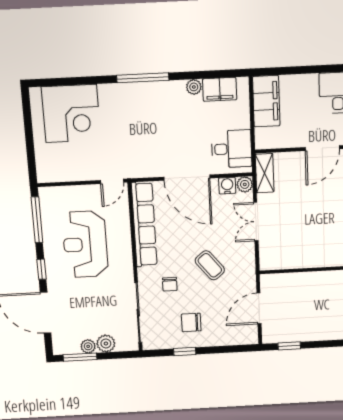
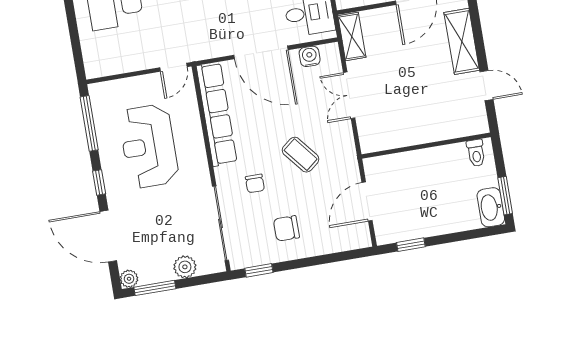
plant: (245, 184) -> (330, 53), removed
plant: (88, 346) -> (129, 279), moved
window: (185, 352) -> (259, 270), moved

